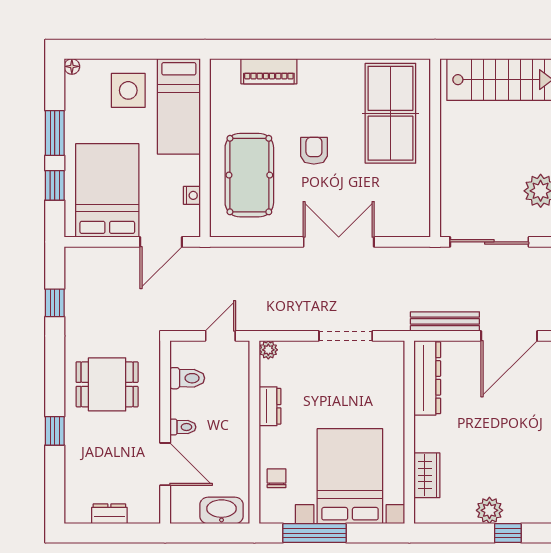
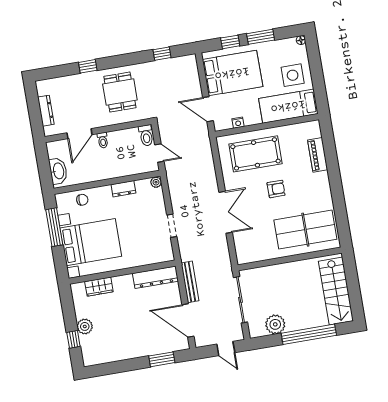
doorway: (346, 336) -> (172, 226), width x0.73
toilet: (187, 378) -> (146, 135), moved
dresser: (109, 514) -> (46, 111), width x1.44

